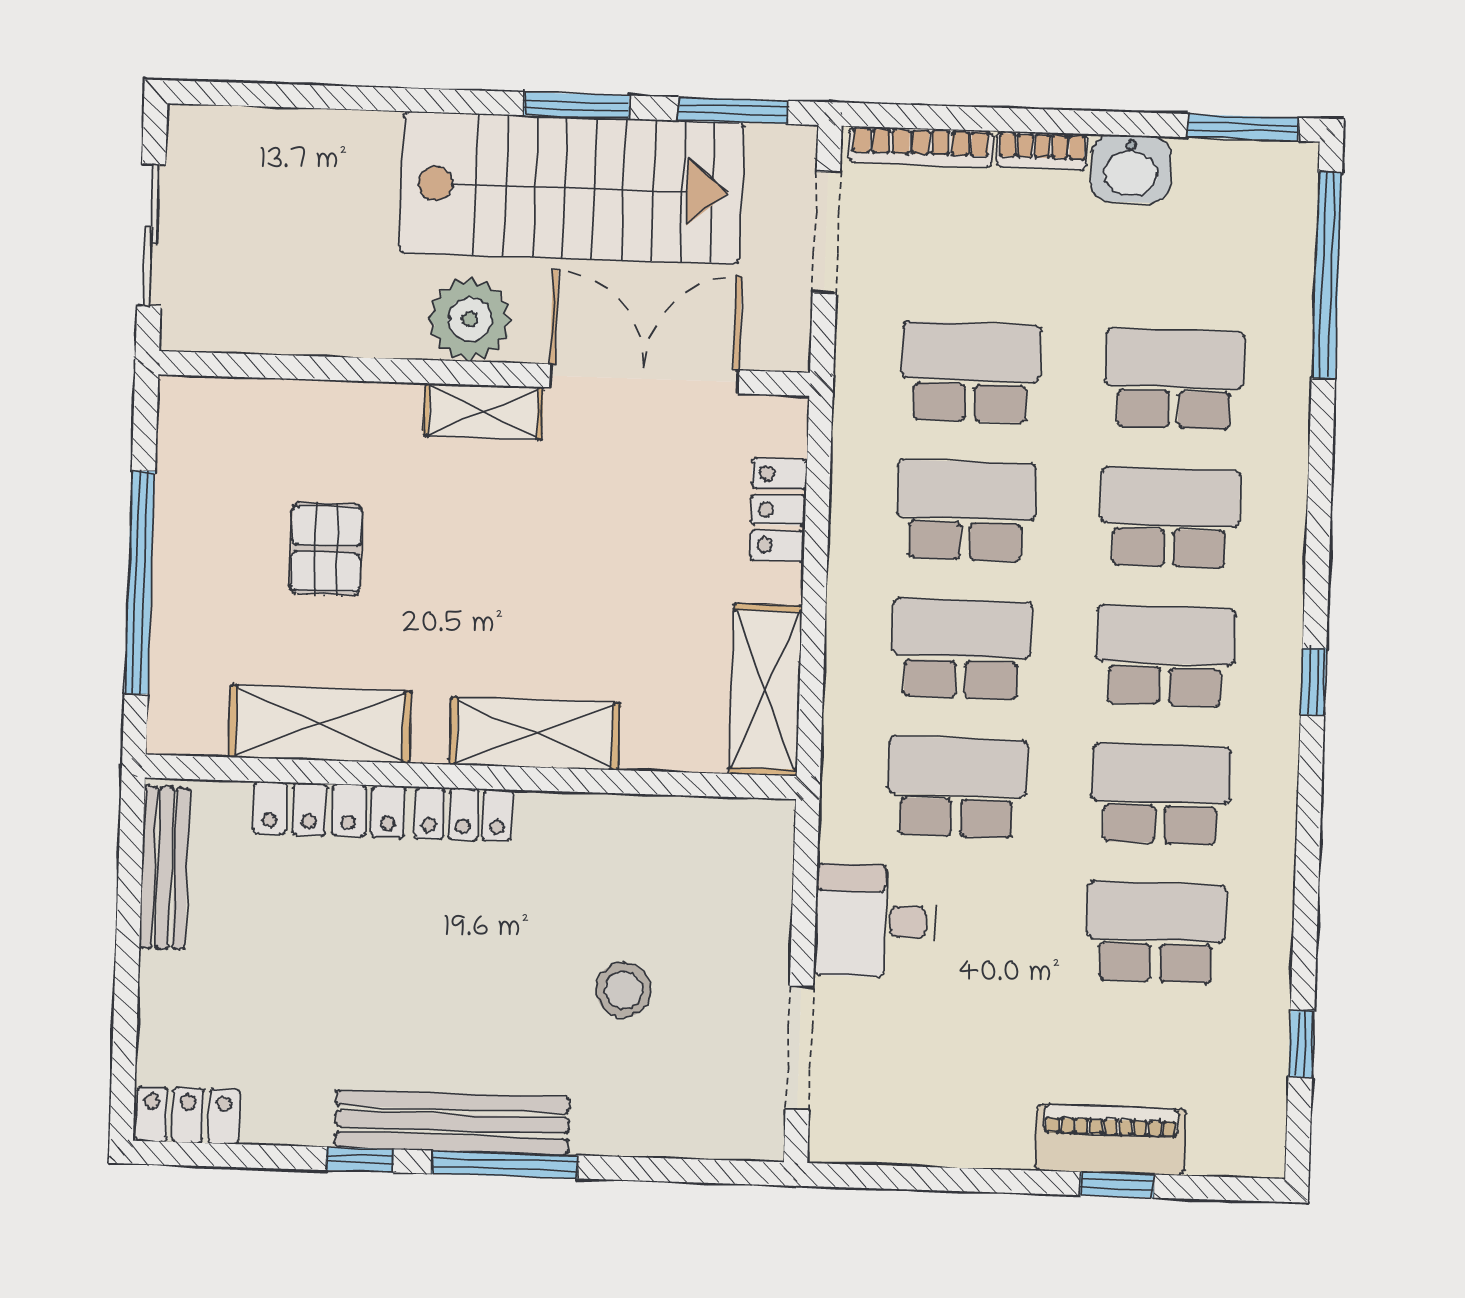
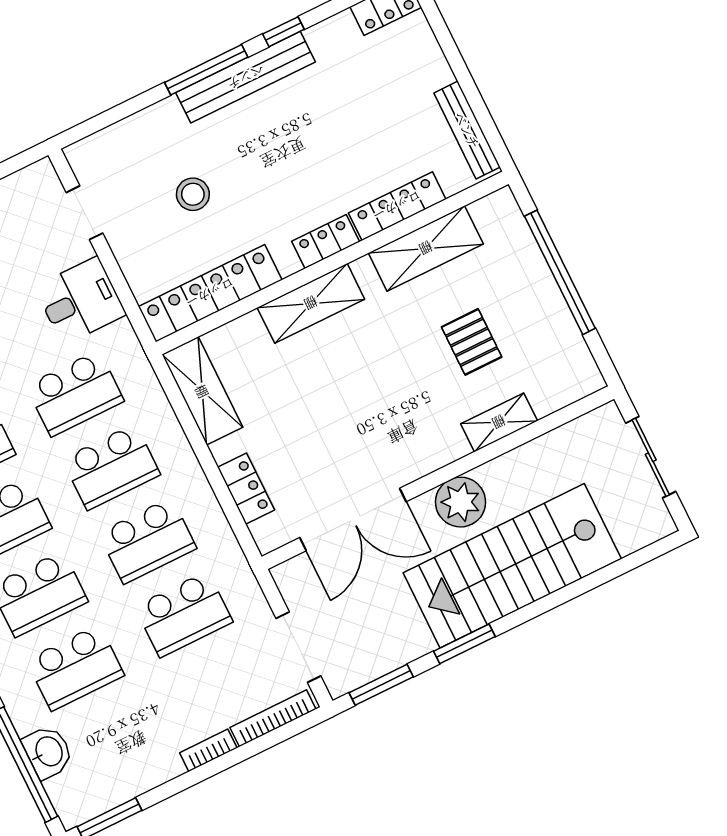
washbasin: (1131, 169) -> (48, 752), moved, turned 90
stairs: (572, 188) -> (512, 566), moved
shelving: (483, 412) -> (499, 422), moved
locker: (676, 829) -> (210, 293), added
doorway: (799, 1048) -> (85, 213), width x0.73

